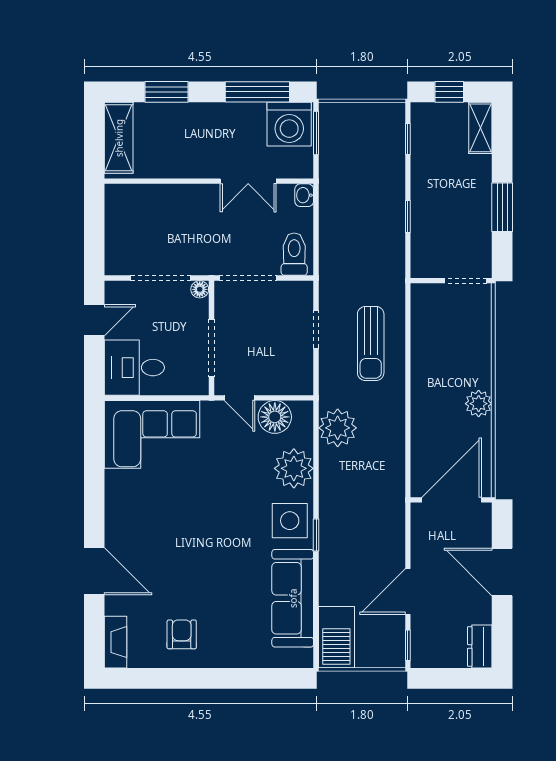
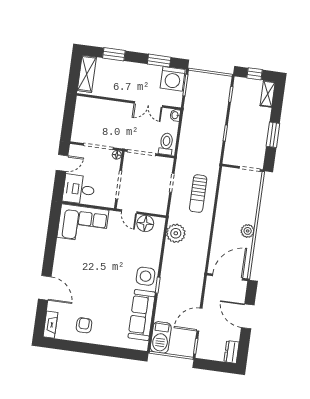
window: (257, 92) -> (159, 61), width x0.69
plant: (294, 468) -> (151, 250), removed

